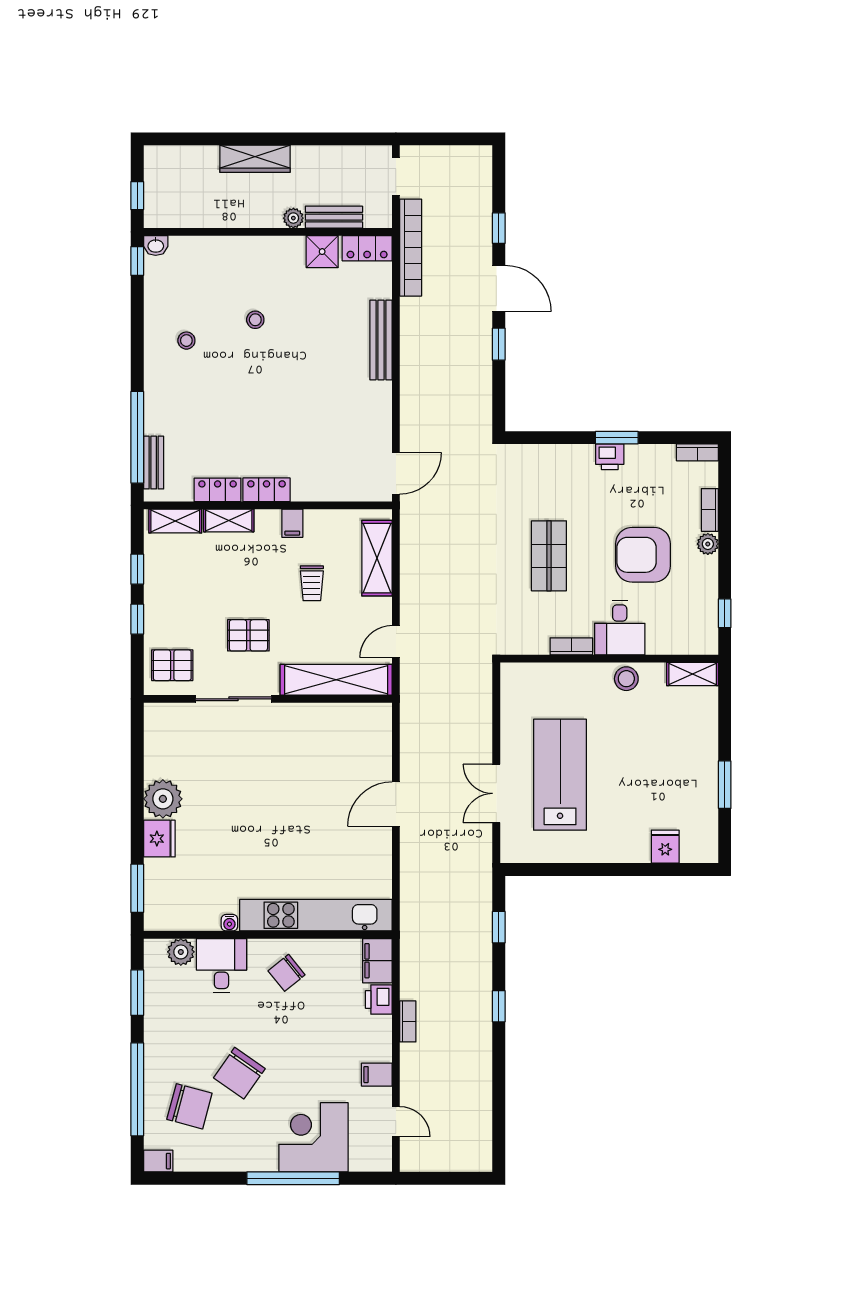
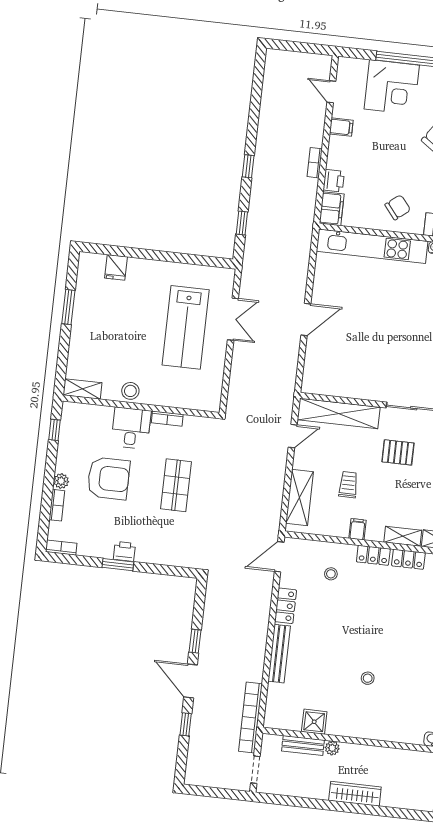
locker: (367, 248) -> (286, 606), moved, turned 90
stool: (186, 341) -> (331, 574), moved

